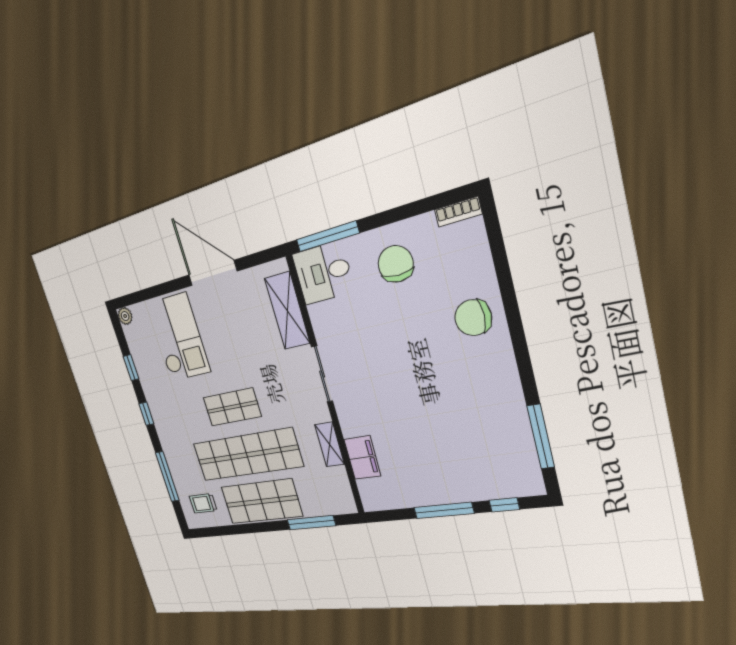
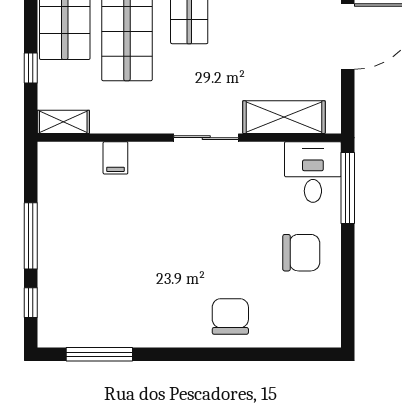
bookcase: (458, 212) -> (333, 326), removed
shelving: (329, 444) -> (63, 122), moved
filing cabinet: (362, 458) -> (115, 158), width x0.50
window: (311, 523) -> (31, 68), width x0.46

